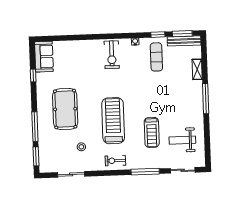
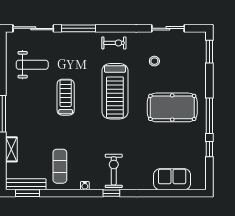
window: (158, 35) -> (111, 193), moved
sofa: (44, 57) -> (172, 179), moved, turned 90
pool table: (65, 109) -> (172, 107), turned 90
window: (35, 127) -> (209, 116), moved
treadmill: (152, 132) -> (66, 97), moved
sliding door: (183, 170) -> (33, 28), width x1.37

